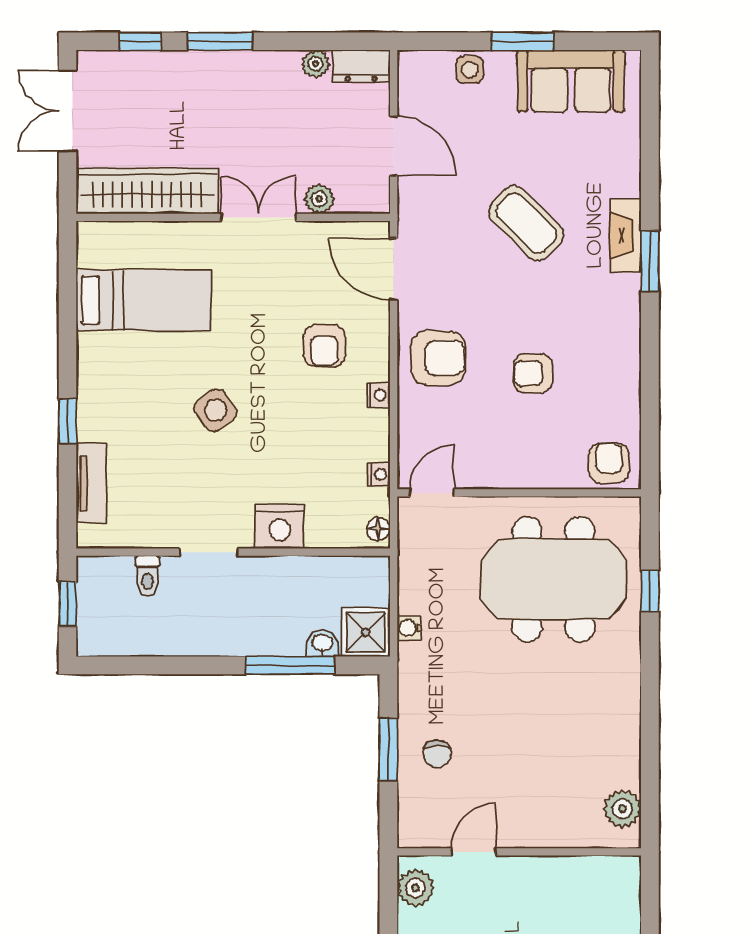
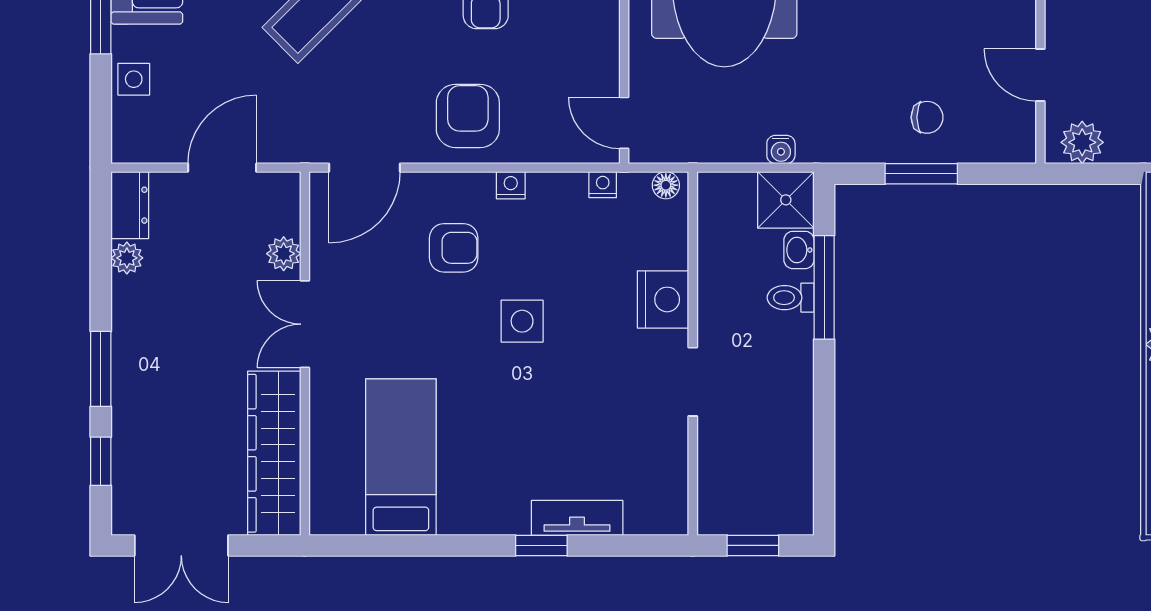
side table: (215, 410) -> (522, 321), moved, turned 35
tv unit: (91, 483) -> (577, 518), moved
toilet: (147, 576) -> (791, 298), moved, turned 180

